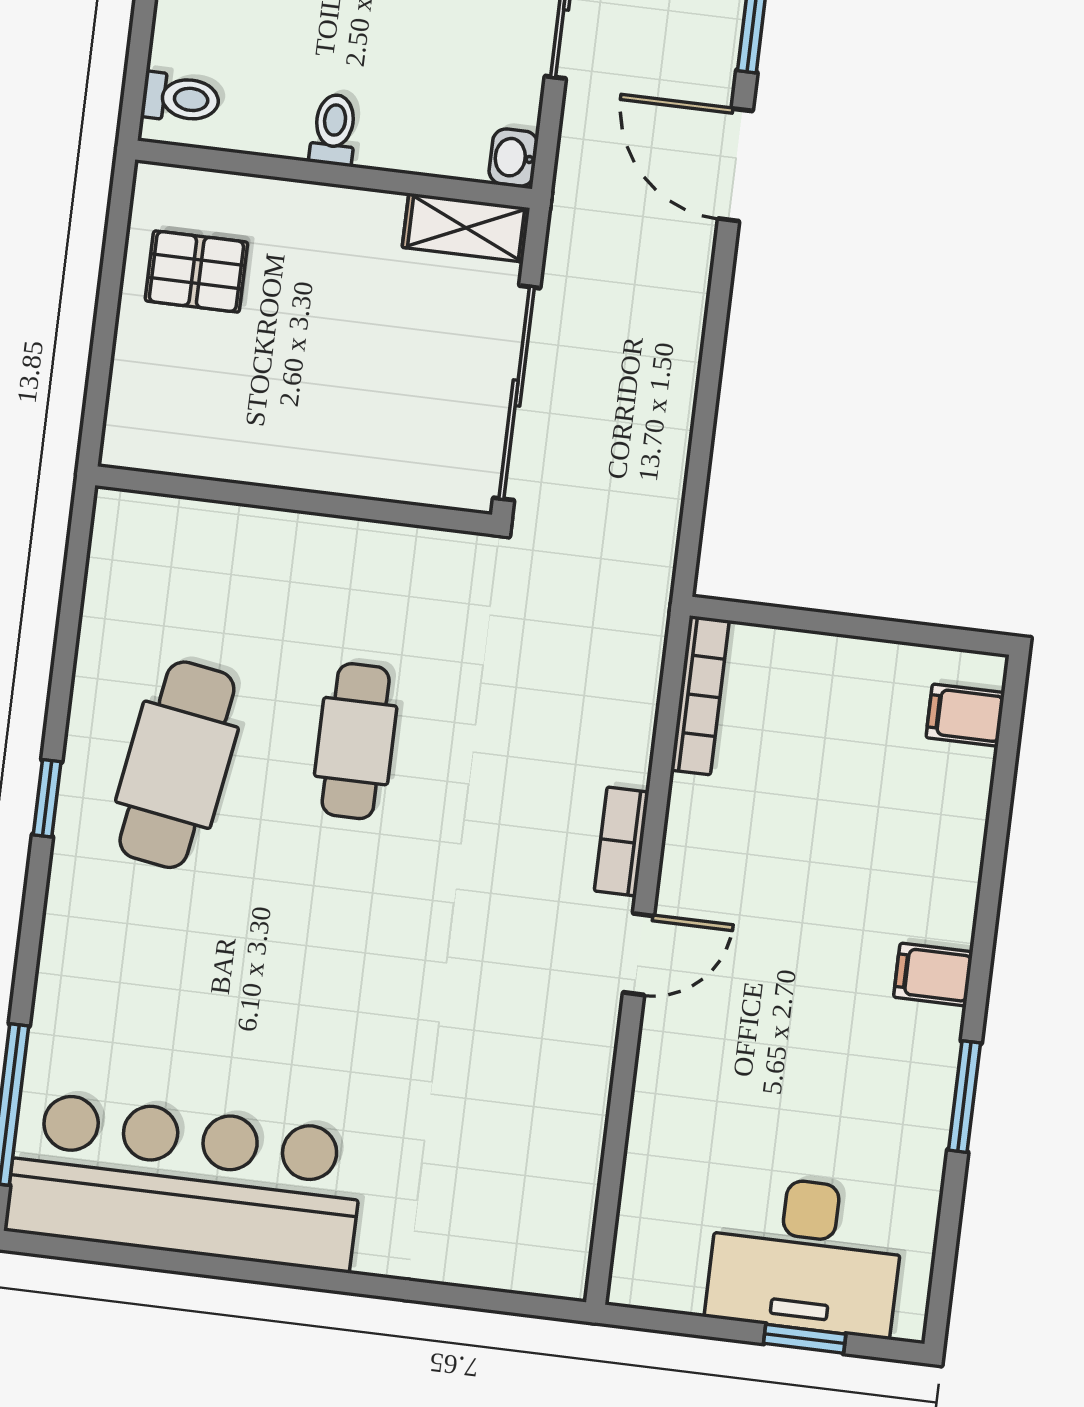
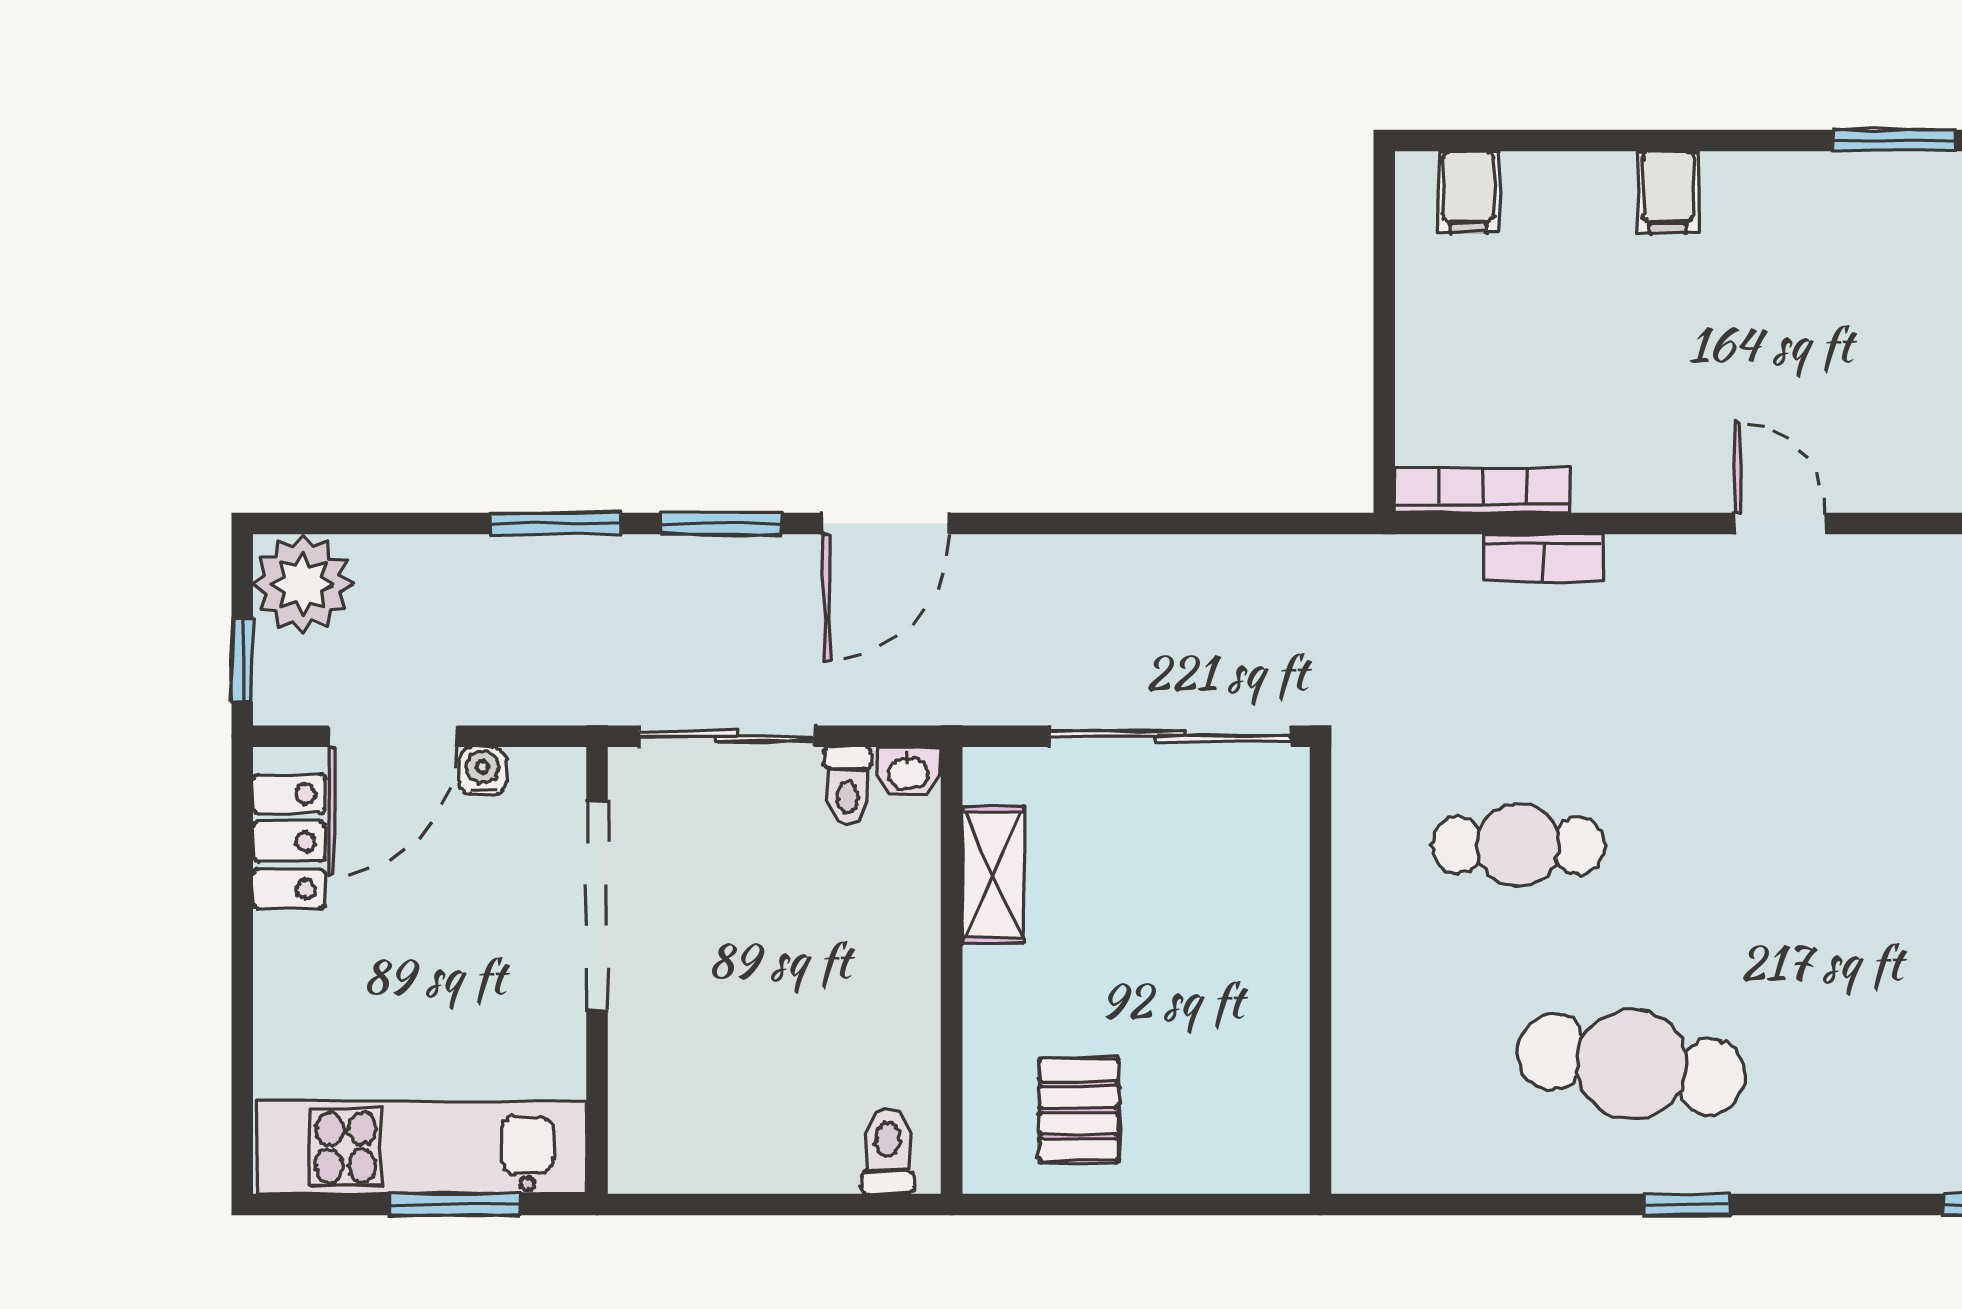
toilet: (334, 130) -> (847, 786), moved, turned -90
shelving: (466, 228) -> (993, 874), moved
cafe table: (356, 741) -> (1518, 845), moved
bookcase: (622, 842) -> (1544, 558), moved
filing cabinet: (933, 975) -> (1668, 192), moved

